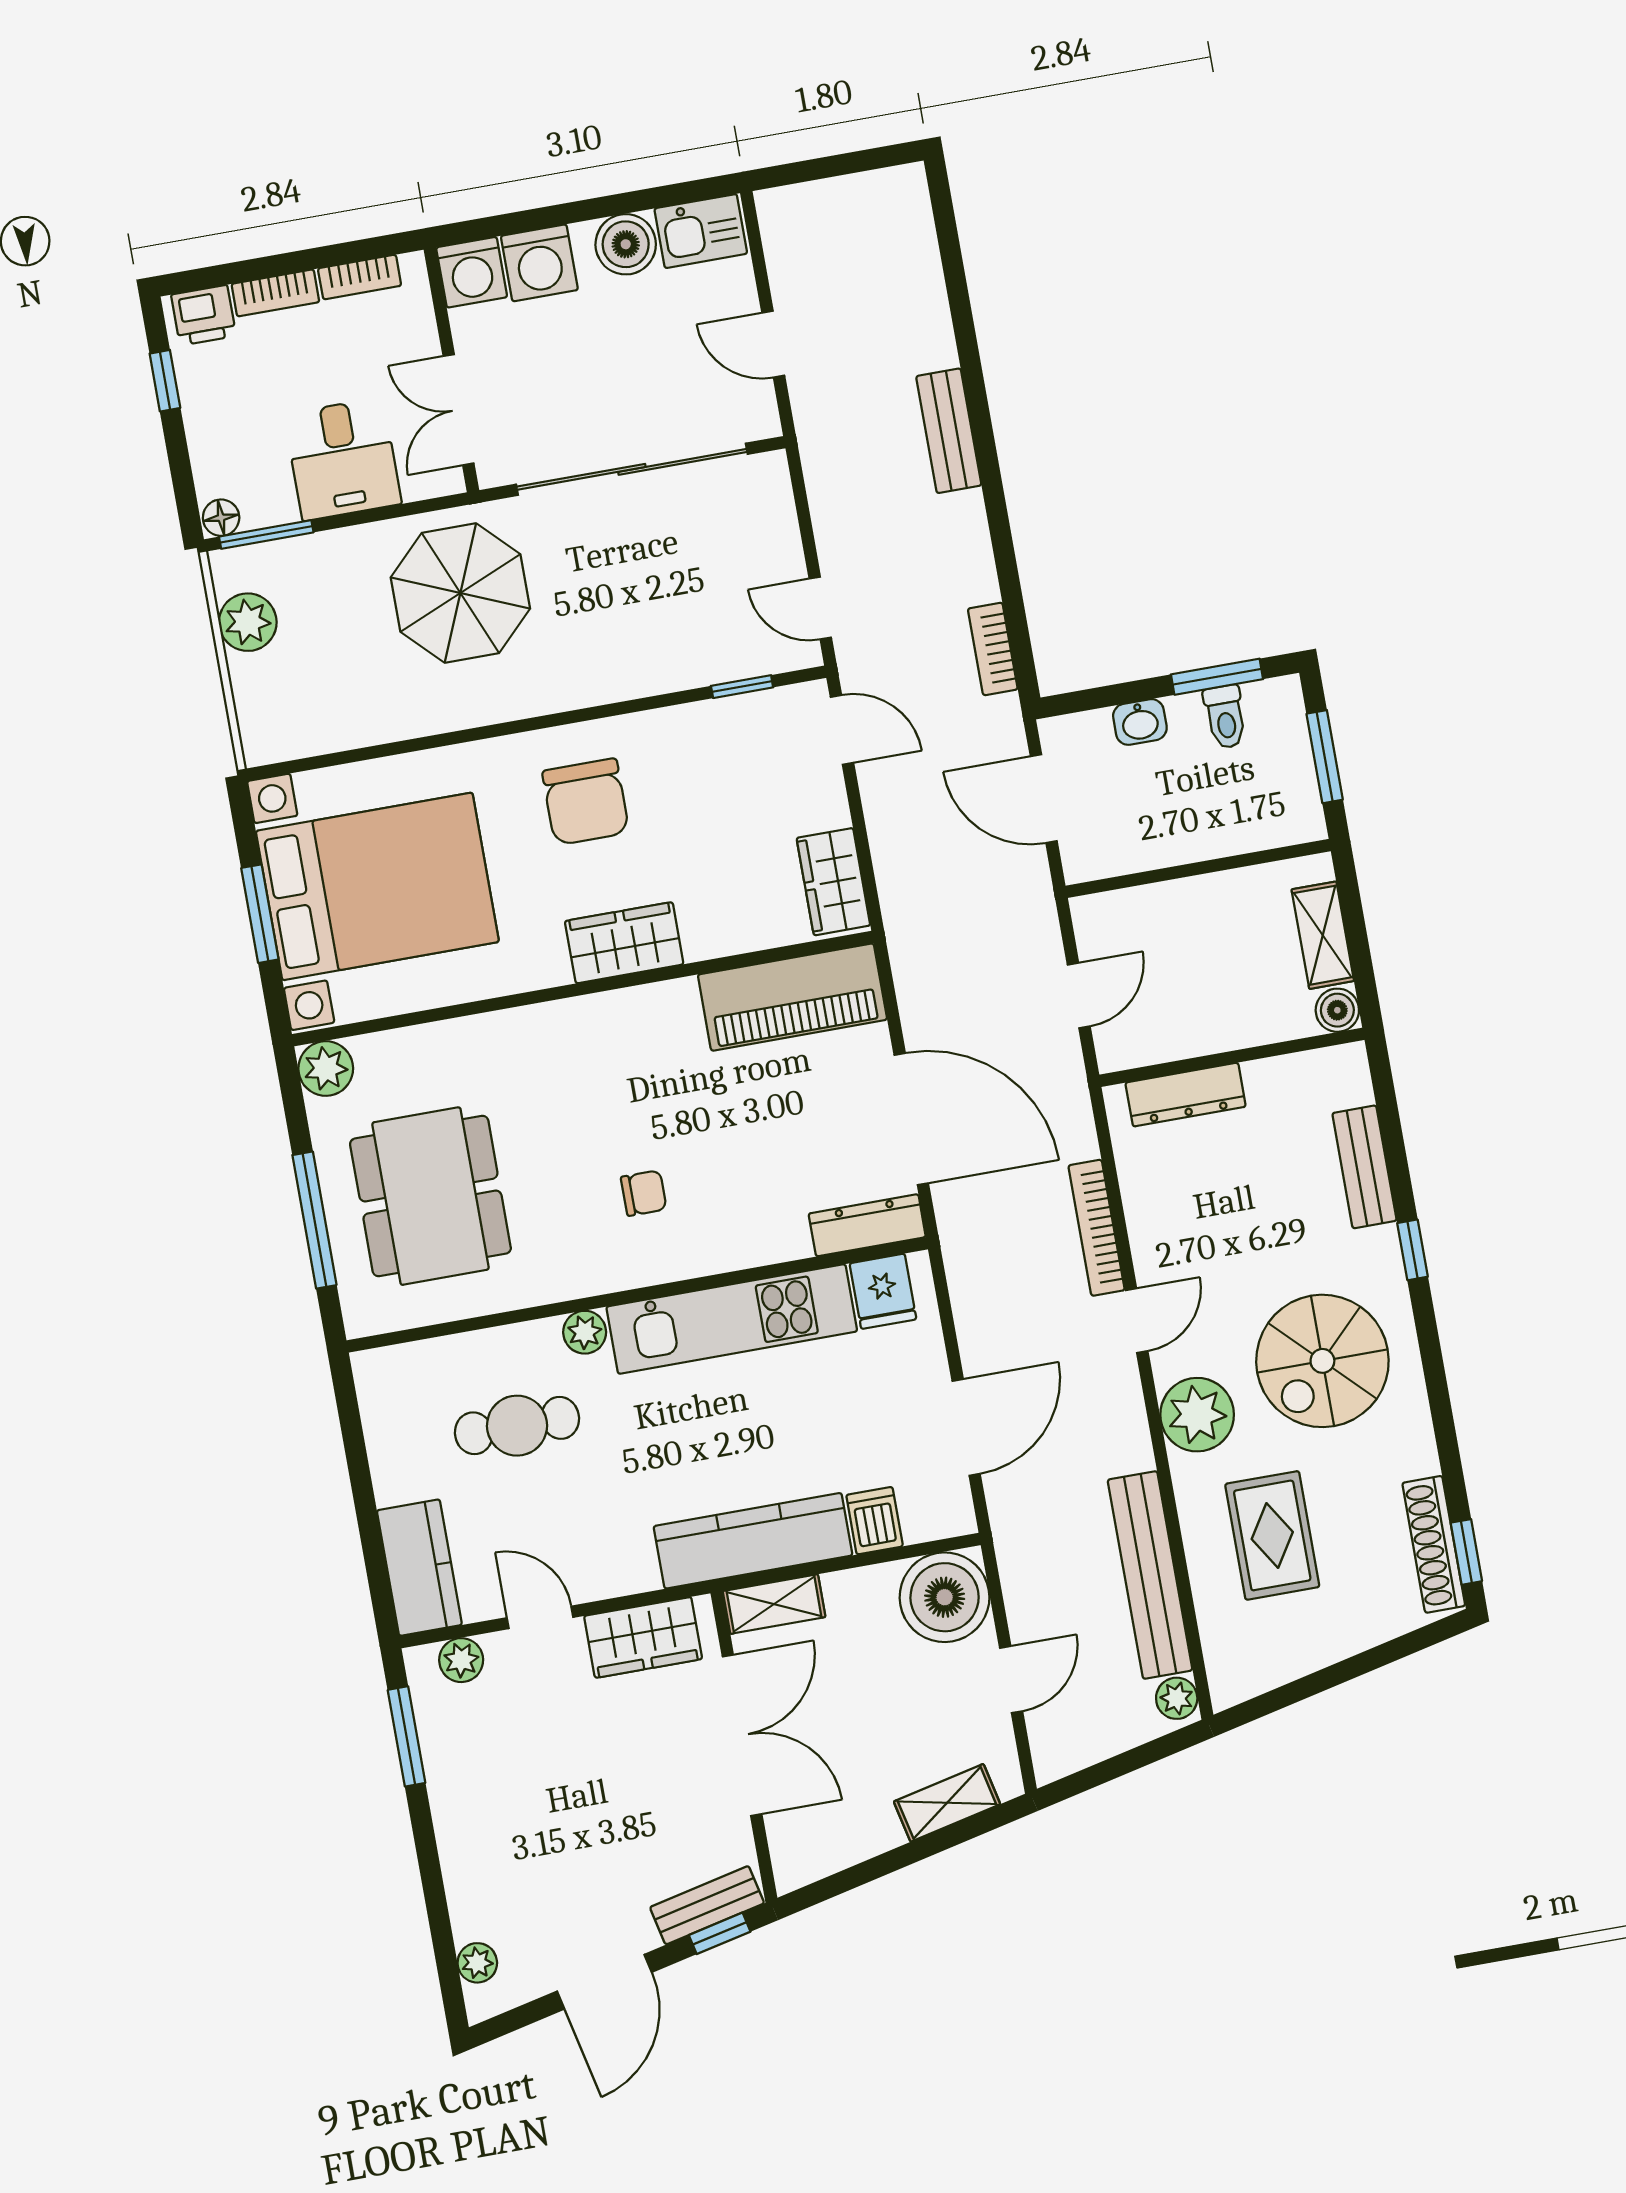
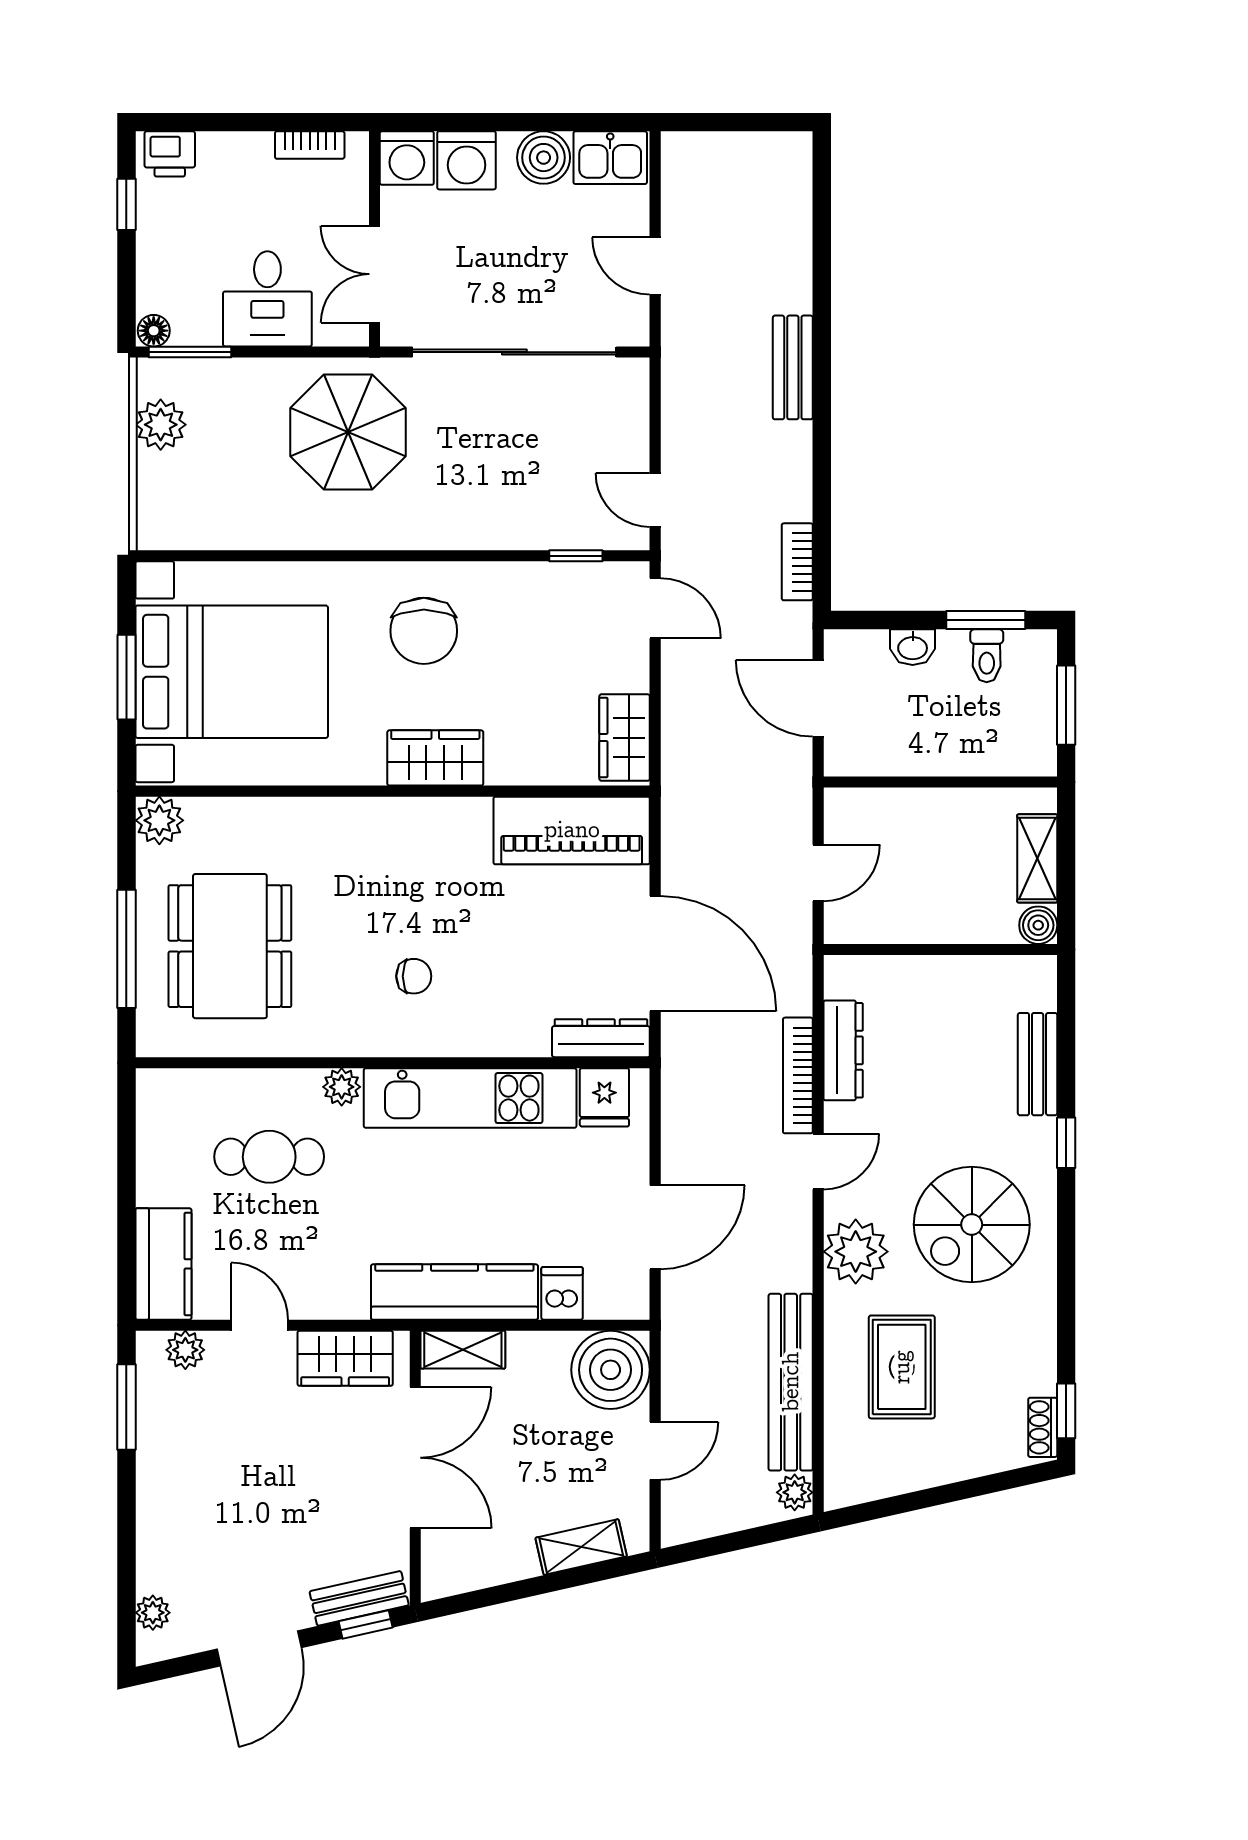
bookcase: (275, 293) -> (235, 146), removed
dresser: (1186, 1095) -> (843, 1050), moved, turned -90
shoe rack: (1434, 1544) -> (1043, 1427), width x0.51, depth x0.81

